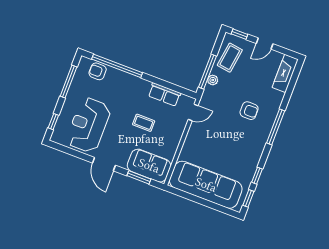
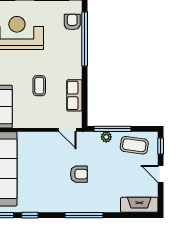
armchair: (249, 111) -> (79, 174), moved, turned -90

